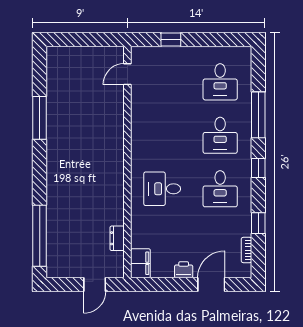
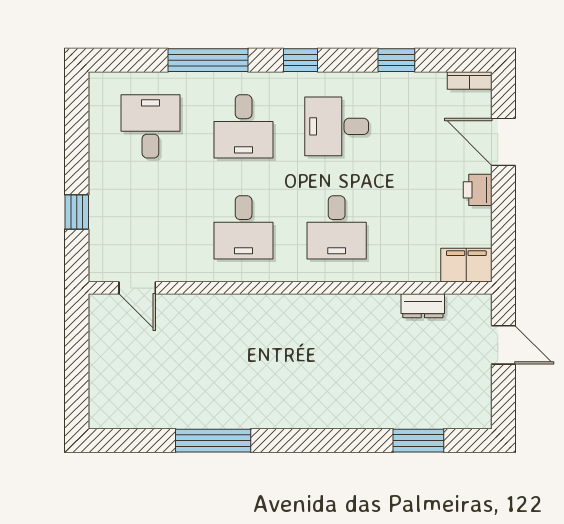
desk: (220, 82) -> (150, 126), turned -90
desk: (162, 135) -> (244, 227), added
desk: (220, 135) -> (244, 126), turned 90
desk: (220, 189) -> (337, 126), turned 180
window: (40, 236) -> (418, 441), width x0.47
bookcase: (246, 250) -> (470, 81), moved

